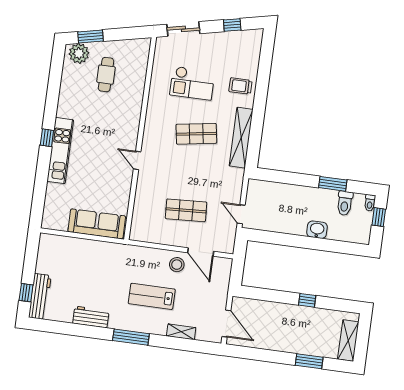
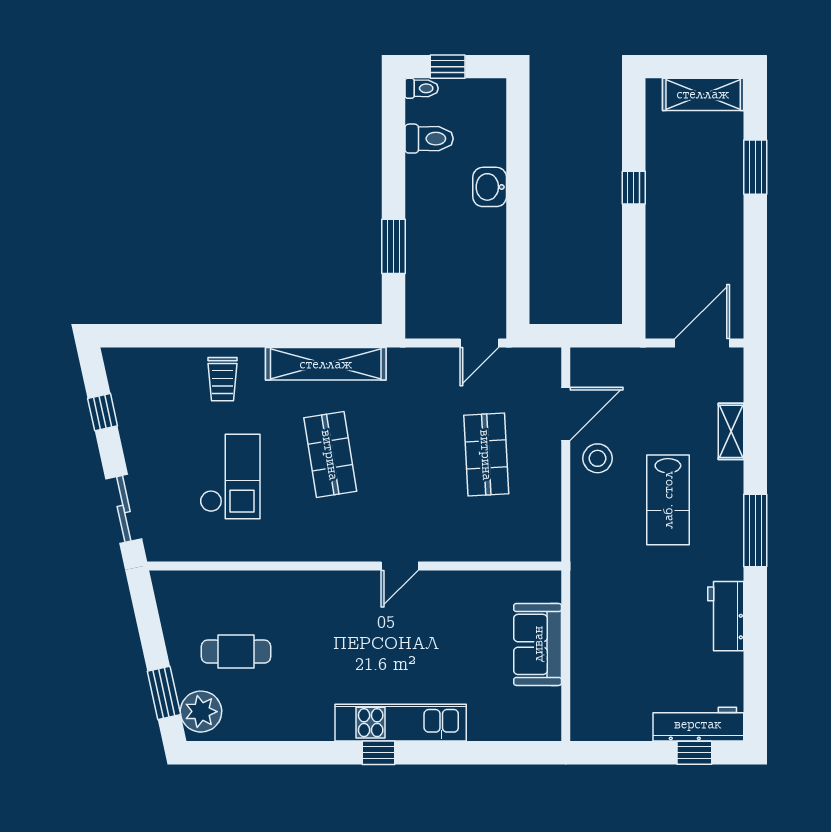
window: (333, 184) -> (393, 246), moved
sofa: (97, 224) -> (538, 644), width x0.73

